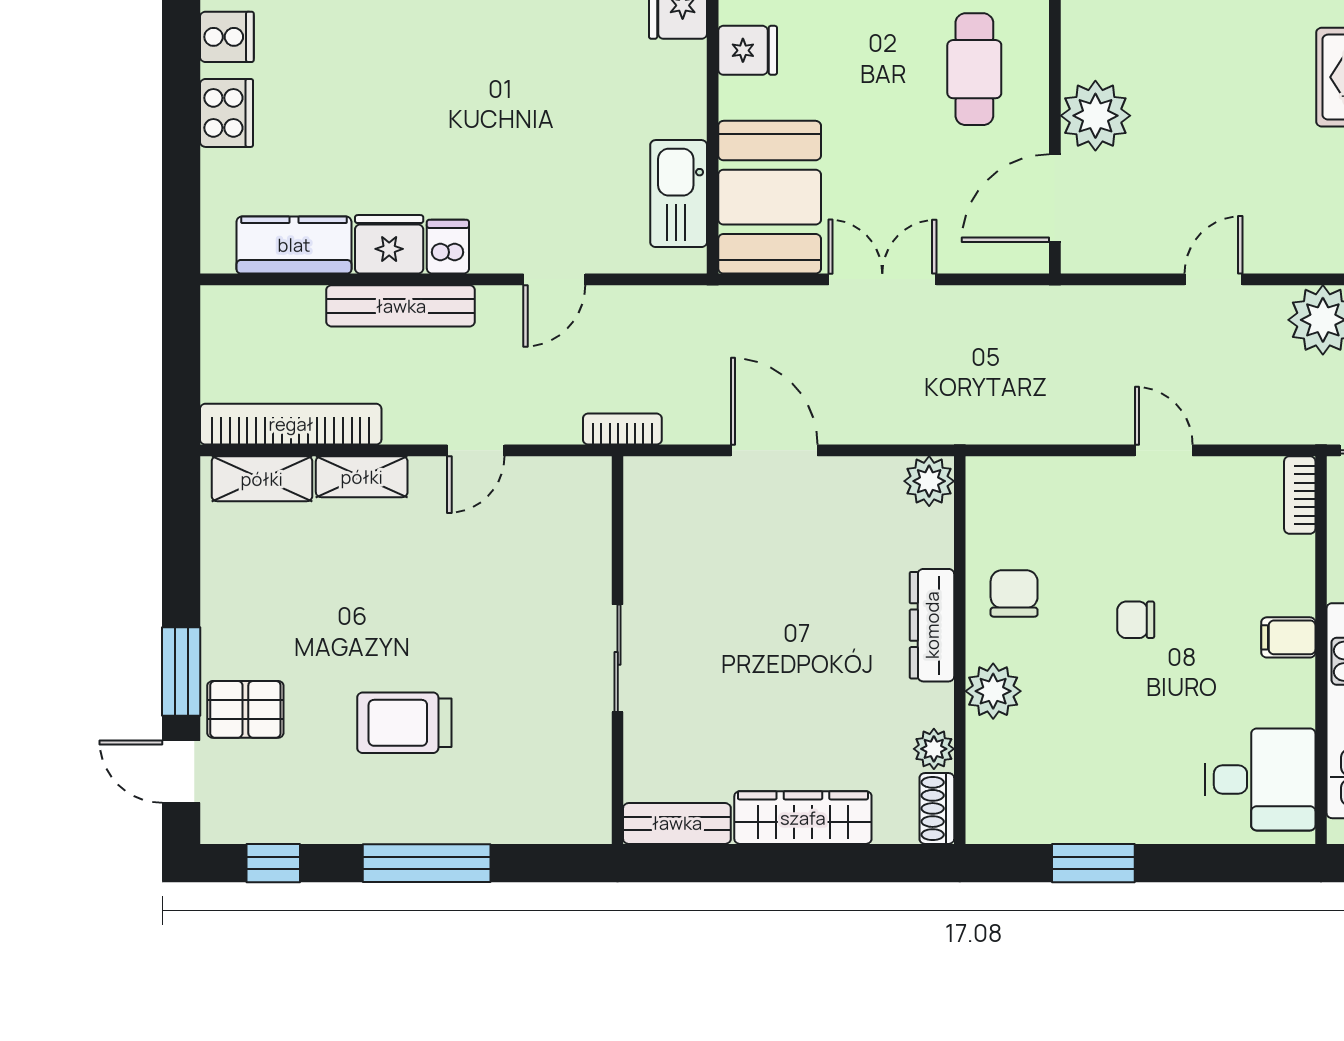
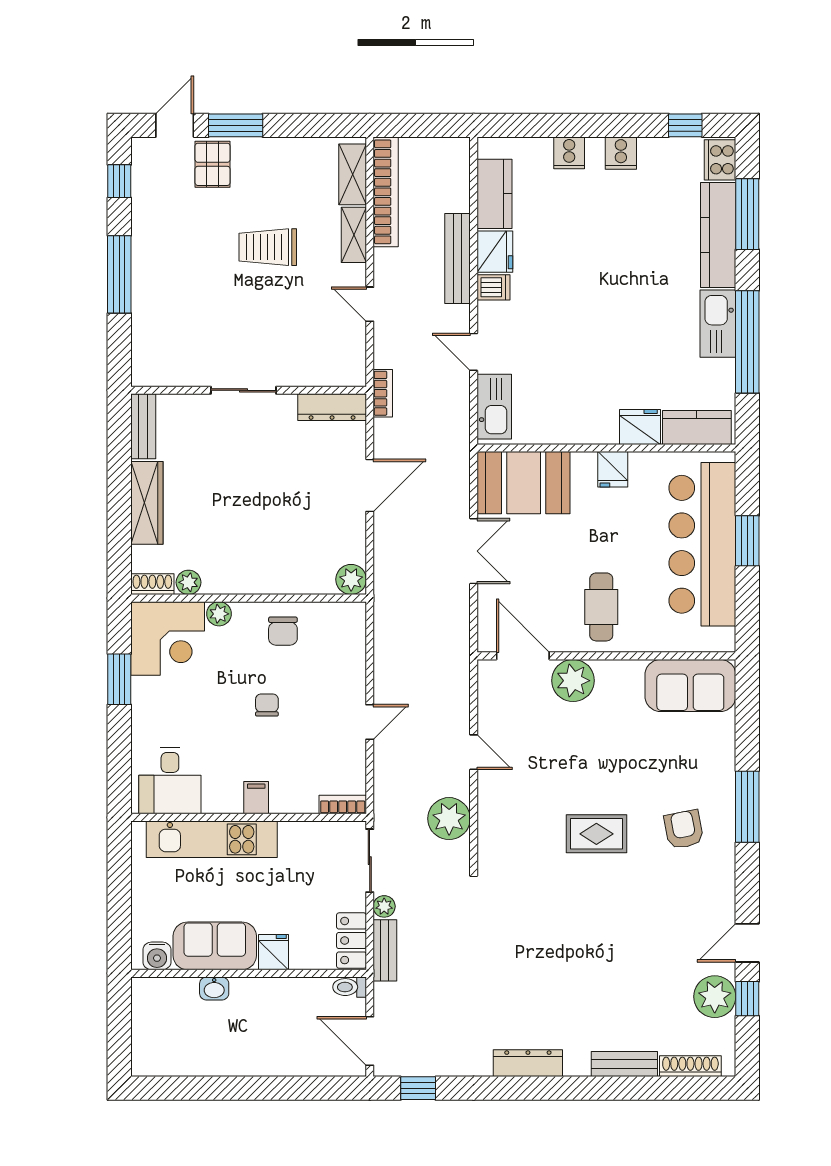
cafe table: (974, 69) -> (601, 607), turned 90
cooker: (227, 113) -> (569, 153), width x0.73
kitchen sink: (679, 194) -> (494, 407), moved, turned 90
chair: (1014, 593) -> (283, 631), turned 90
dresser: (932, 625) -> (332, 407), moved, turned 180
plant: (993, 691) -> (219, 614), width x0.73, depth x0.73
trolley: (404, 723) -> (268, 247), moved, turned -90
corner desk: (1026, 783) -> (168, 638), added

